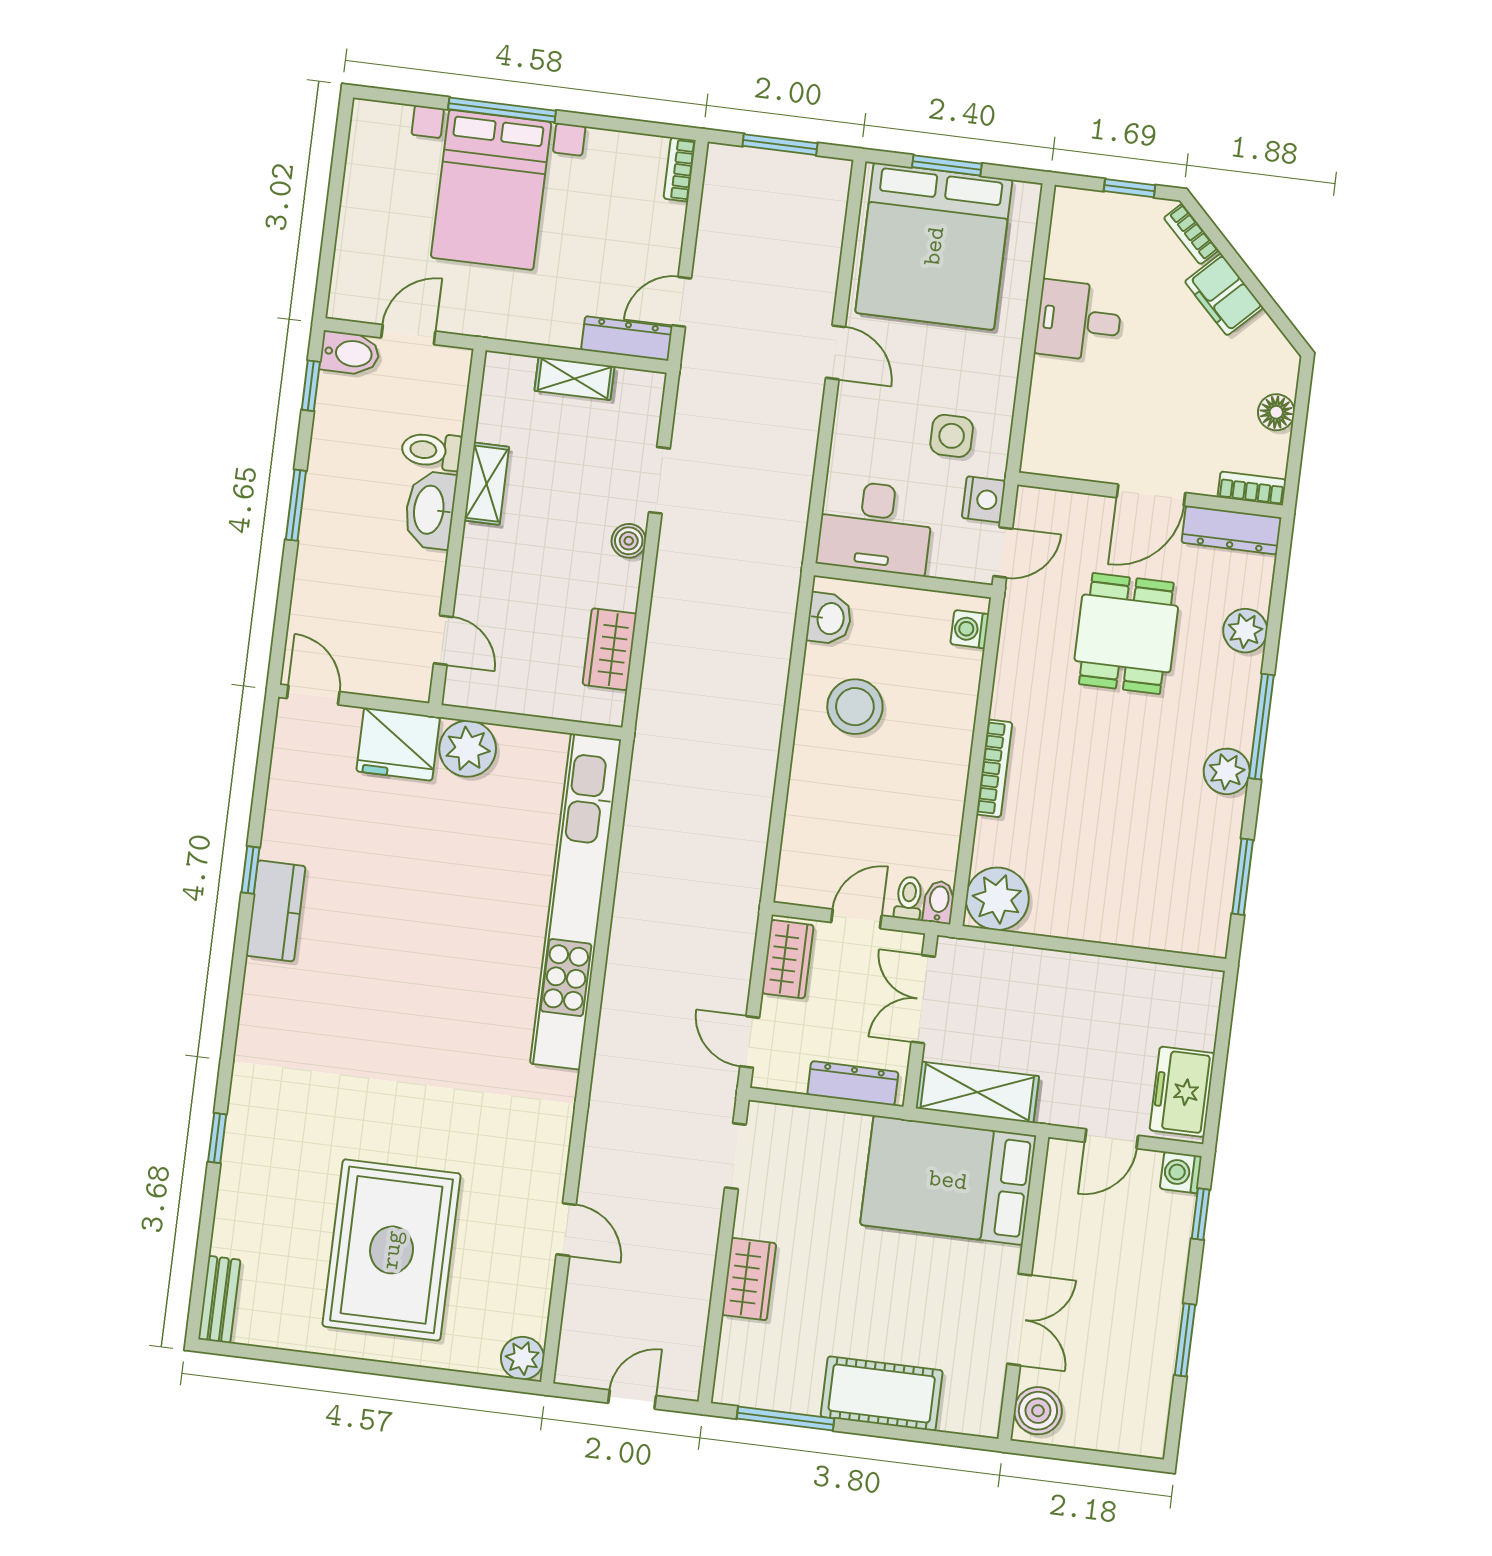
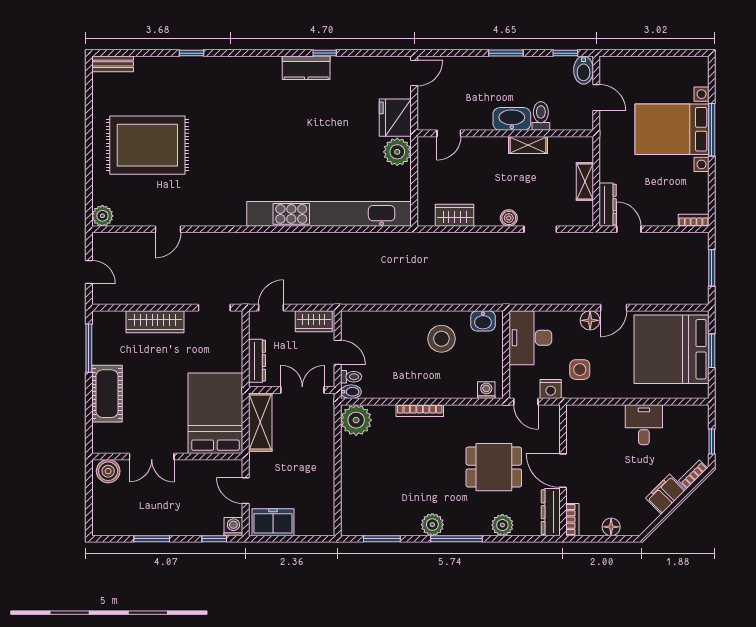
floor lamp: (855, 403) -> (590, 320), added
wardrobe: (749, 1279) -> (155, 322), width x1.50

